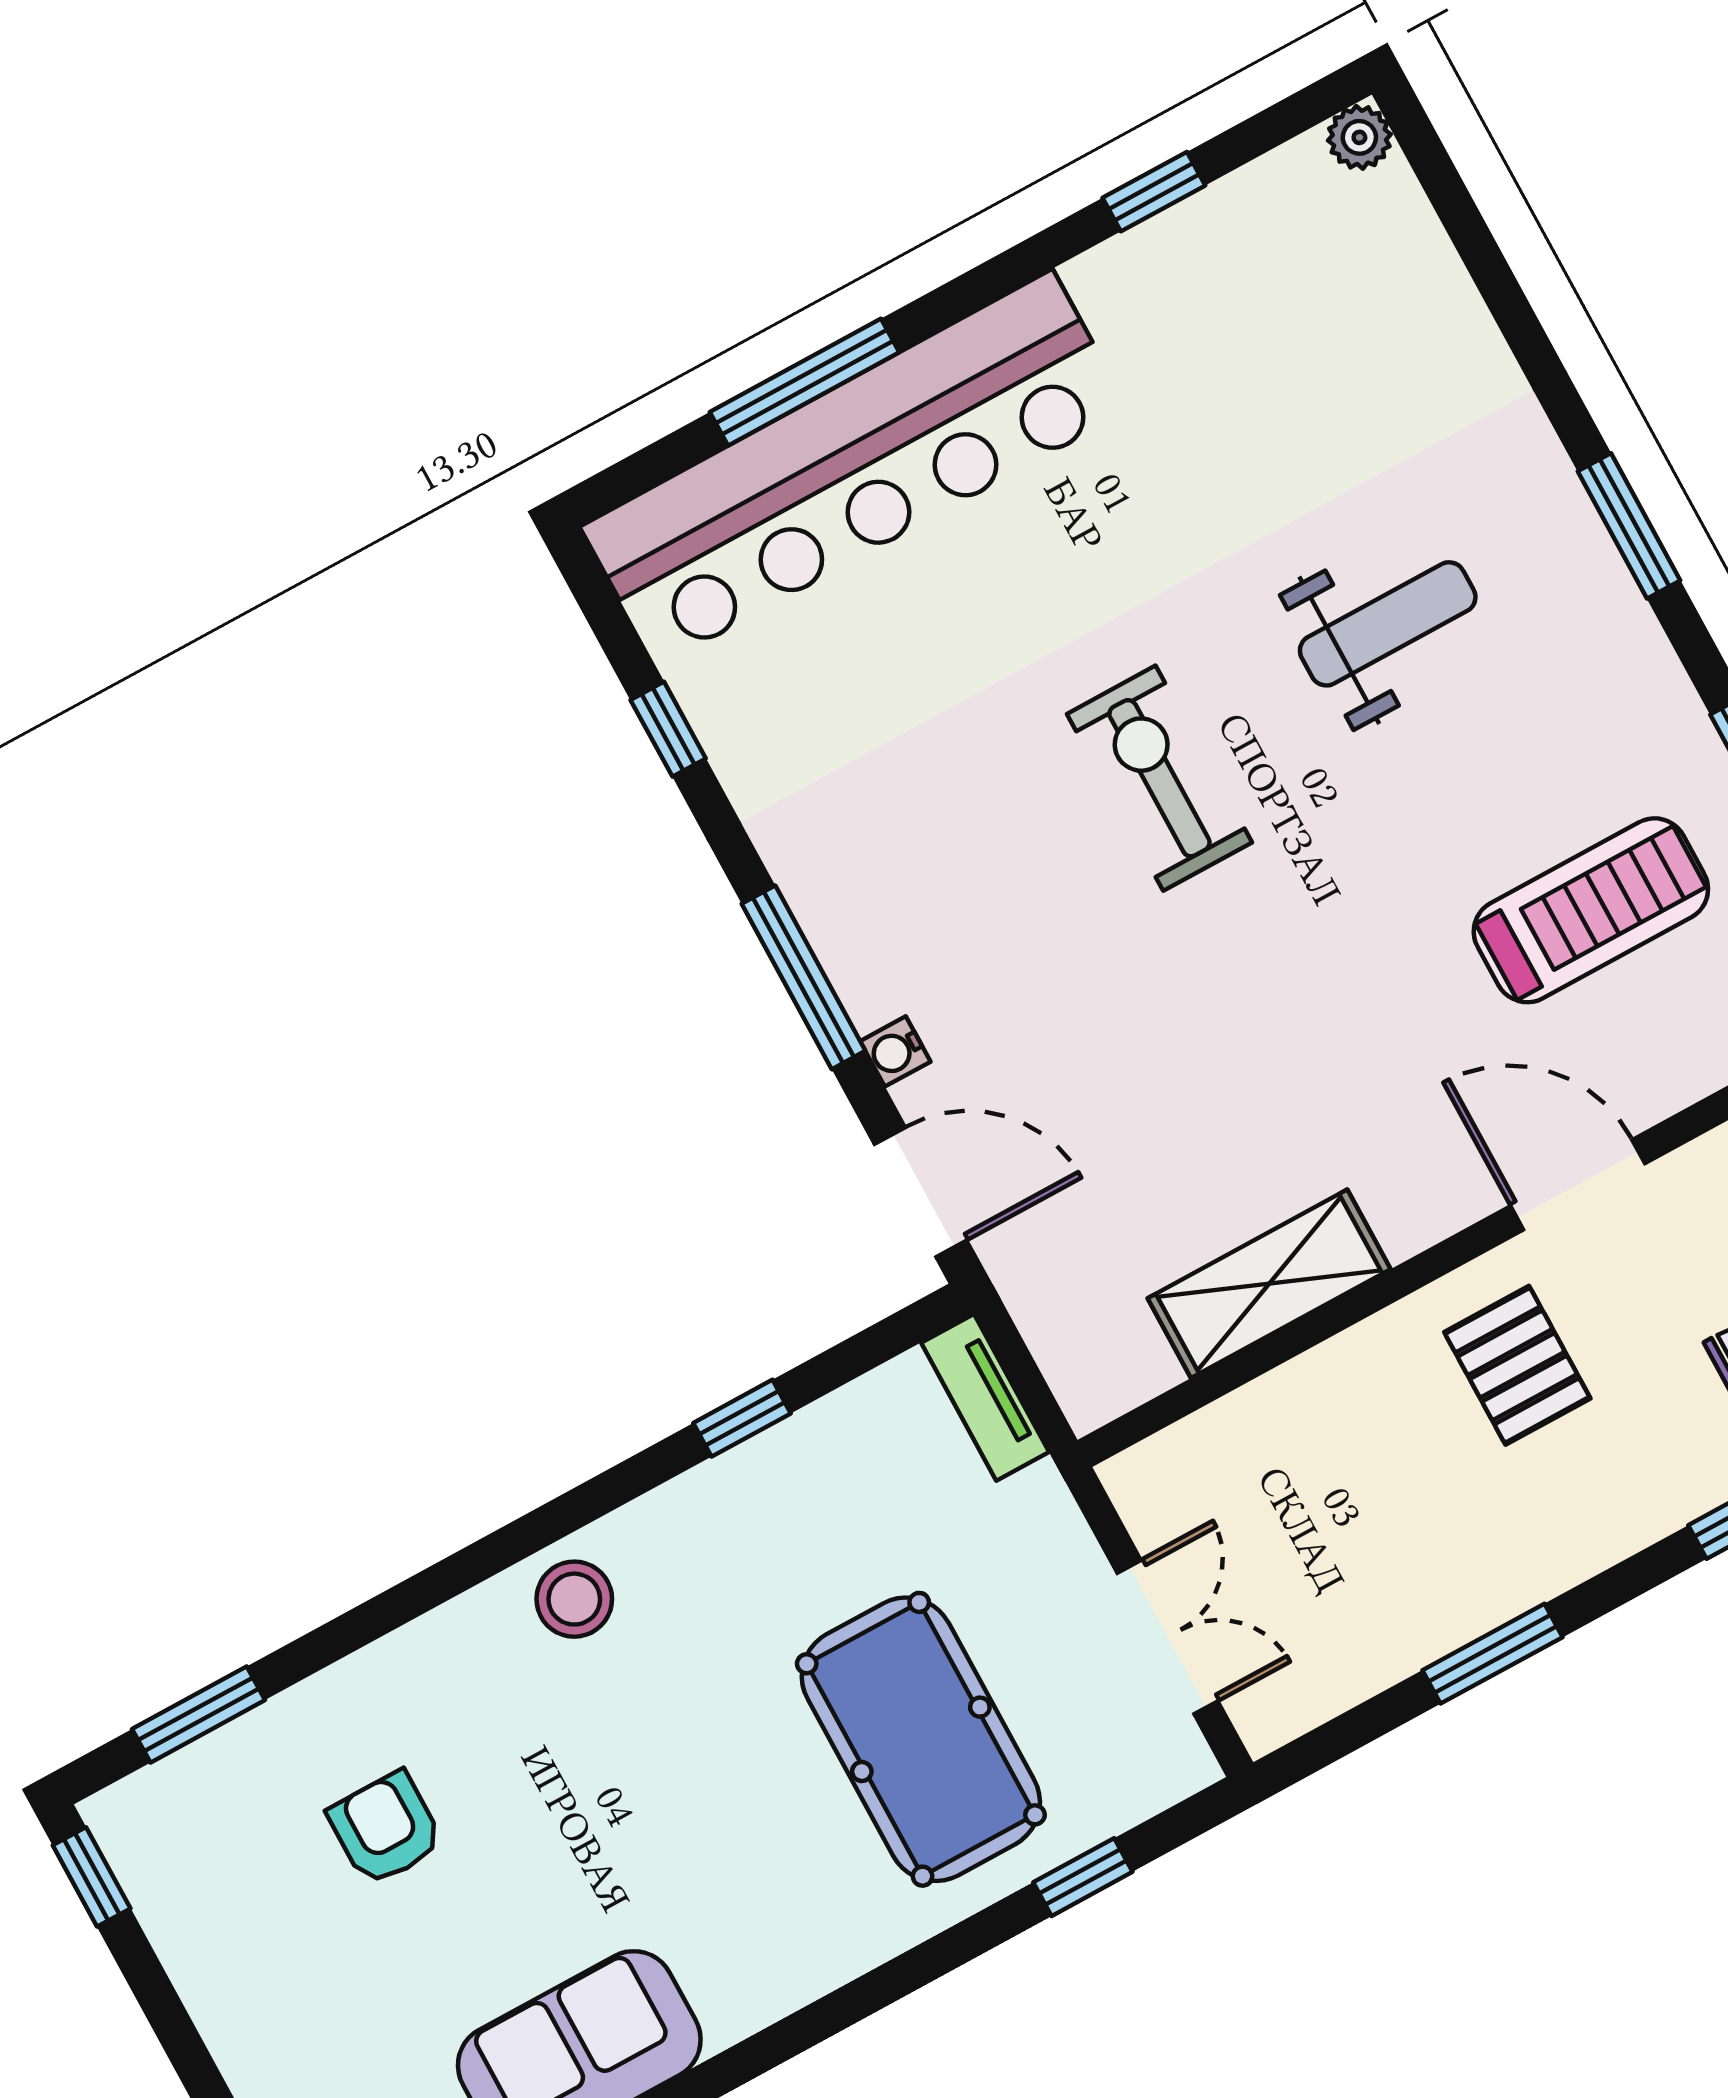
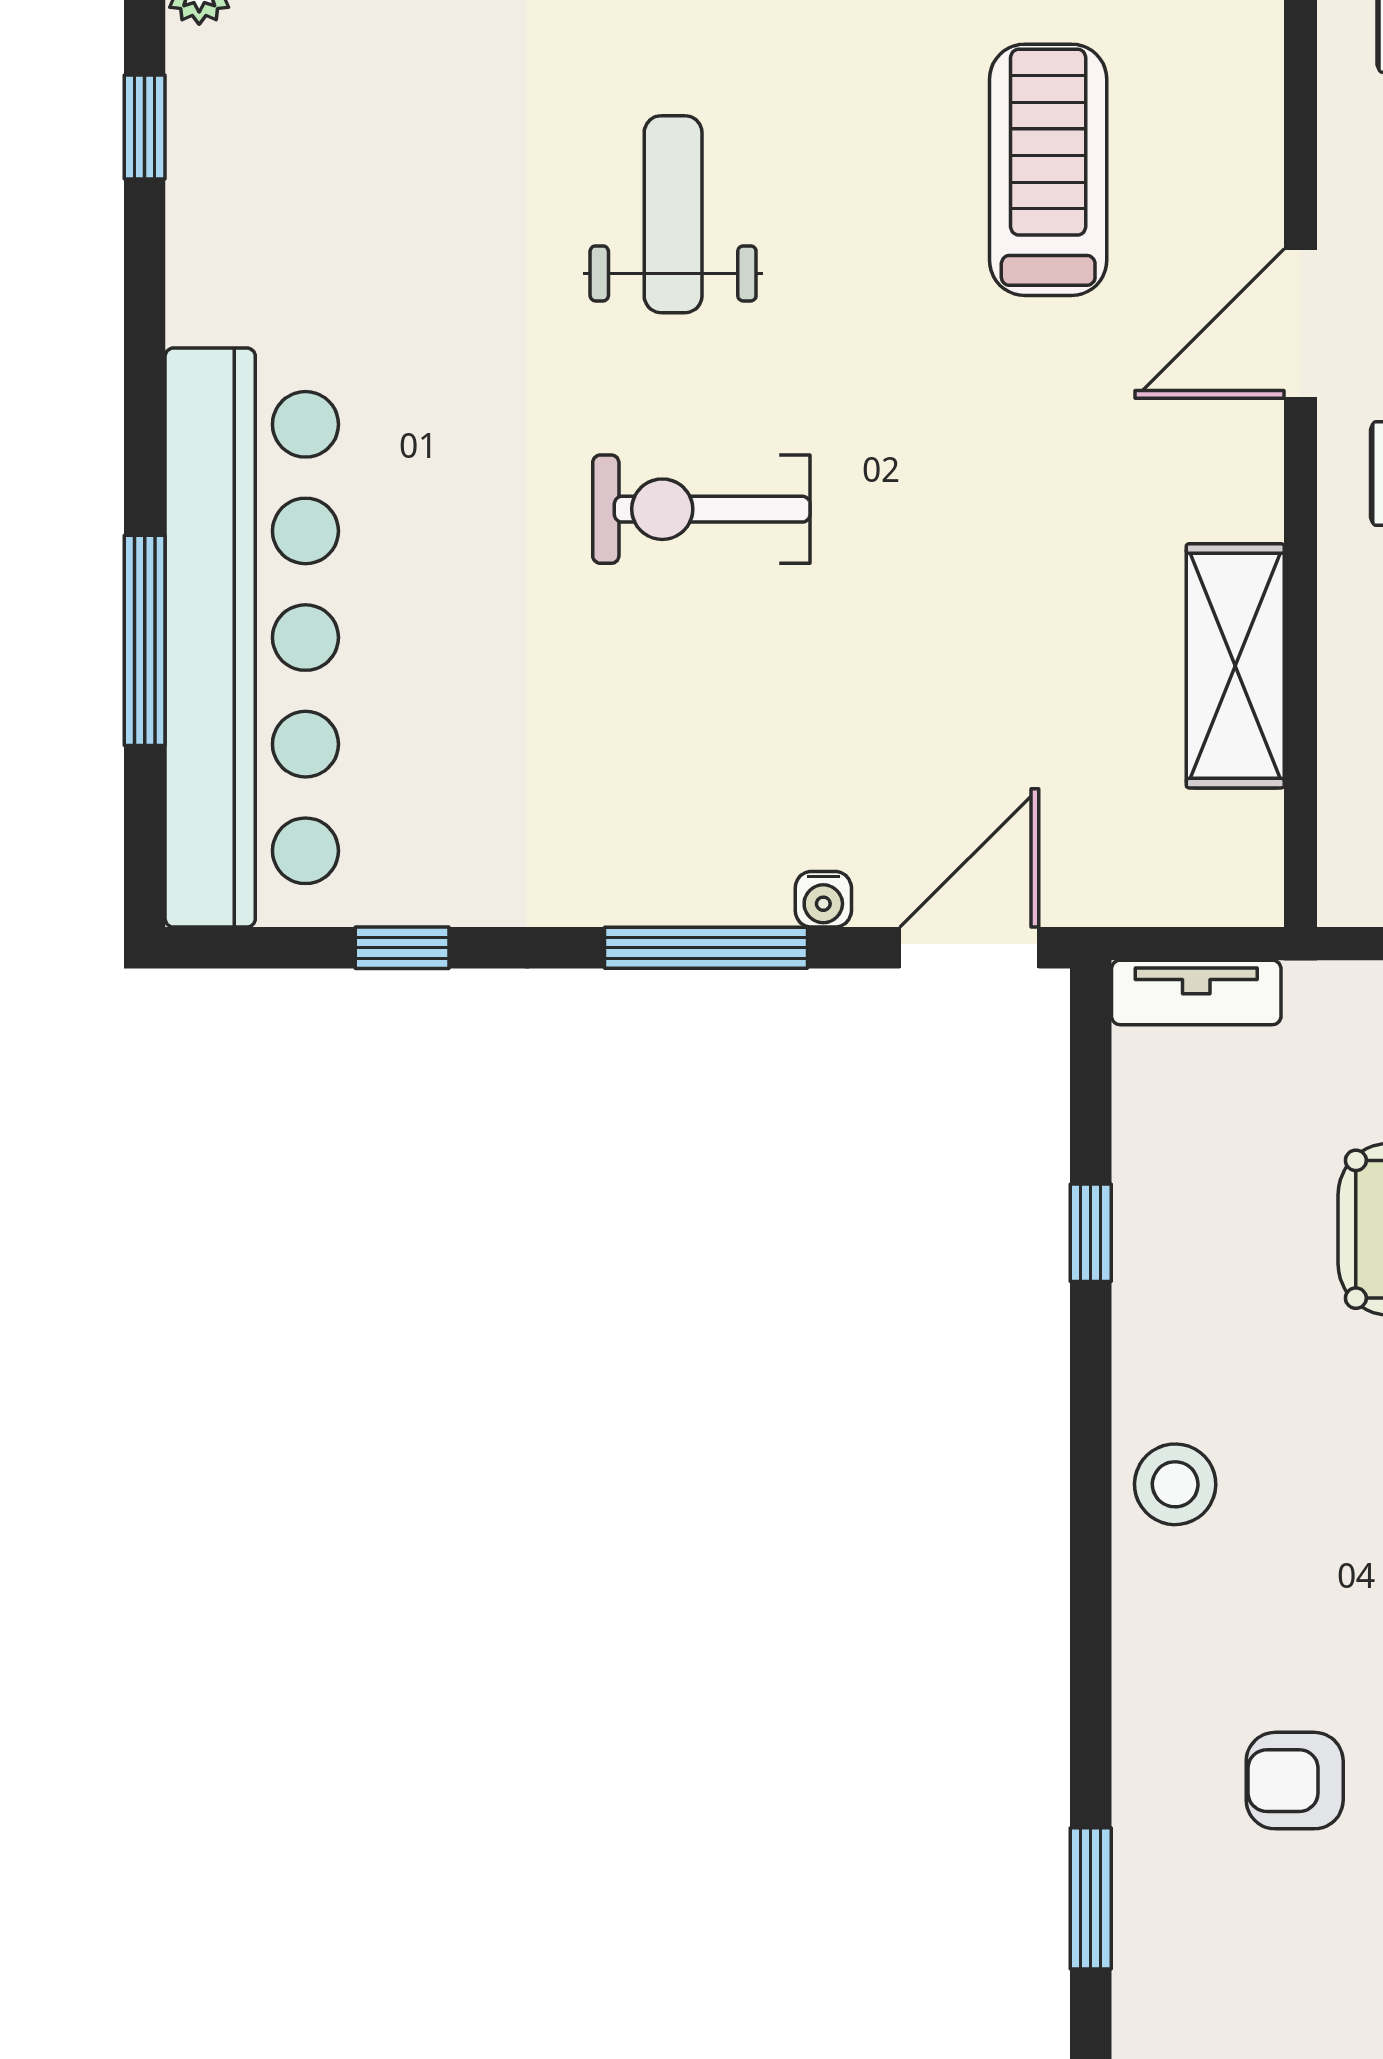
window: (1154, 192) -> (145, 127), moved

